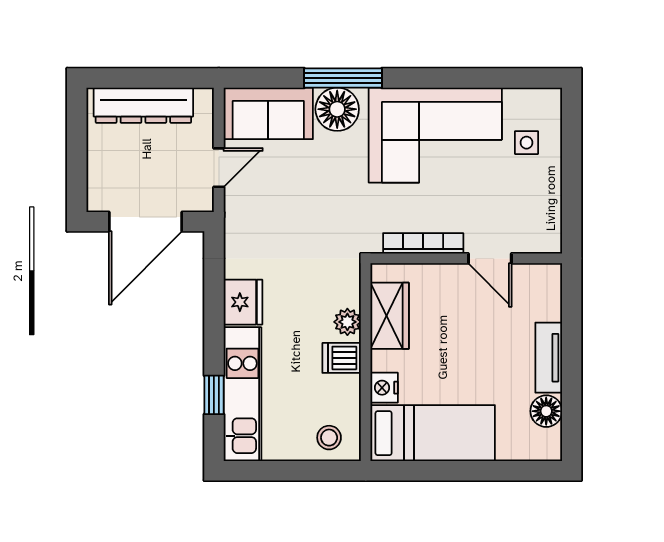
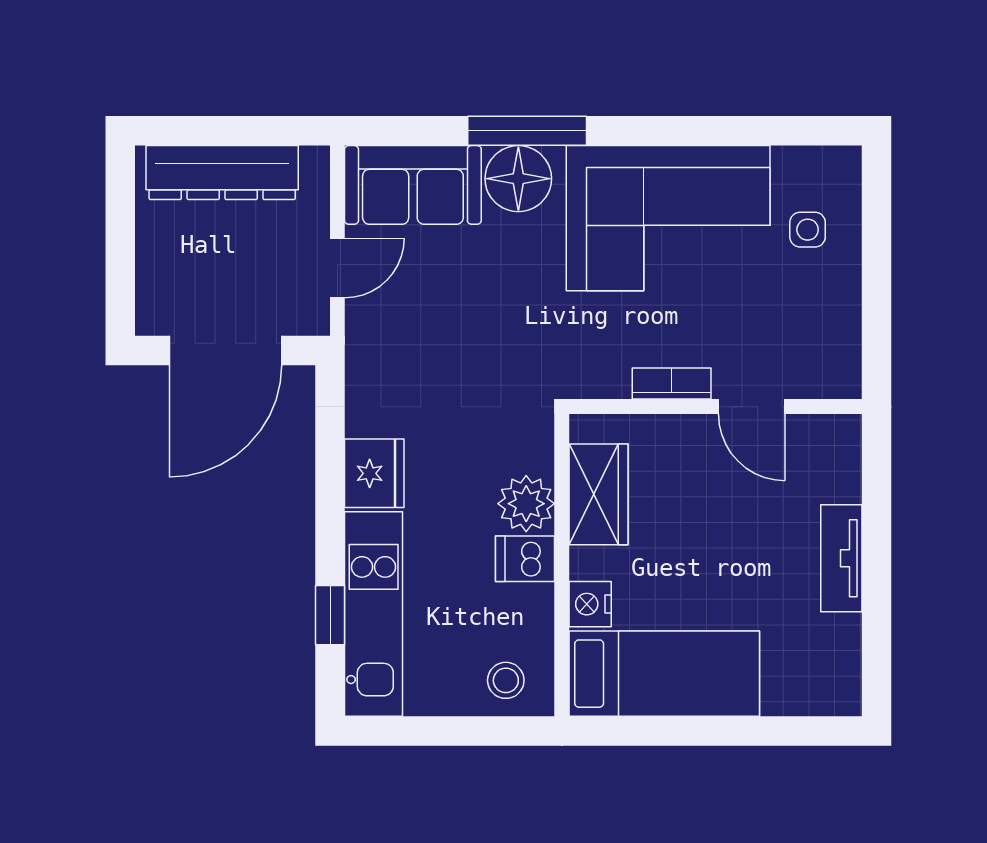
bookcase: (423, 243) -> (672, 384), width x0.64
plant: (347, 322) -> (526, 504), width x1.38, depth x1.38
floor lamp: (546, 411) -> (838, 640), removed

